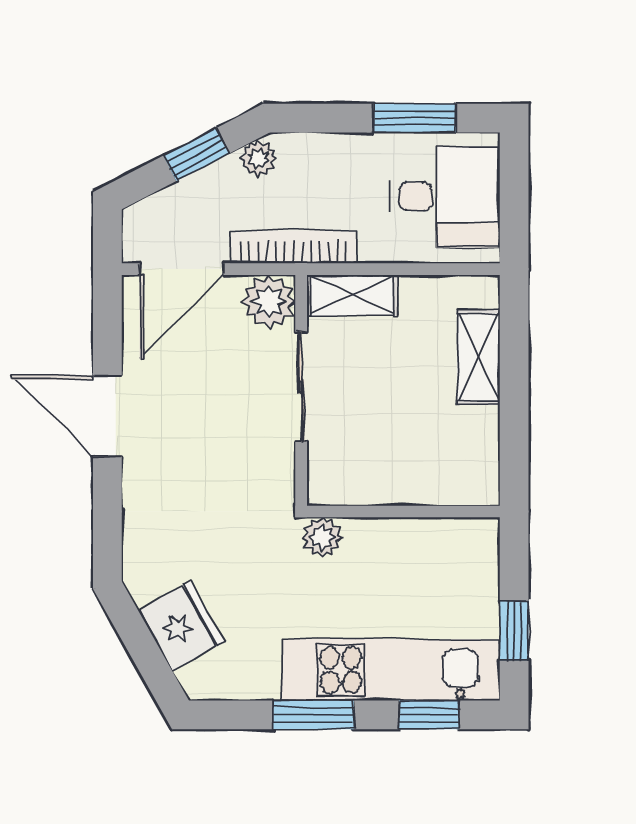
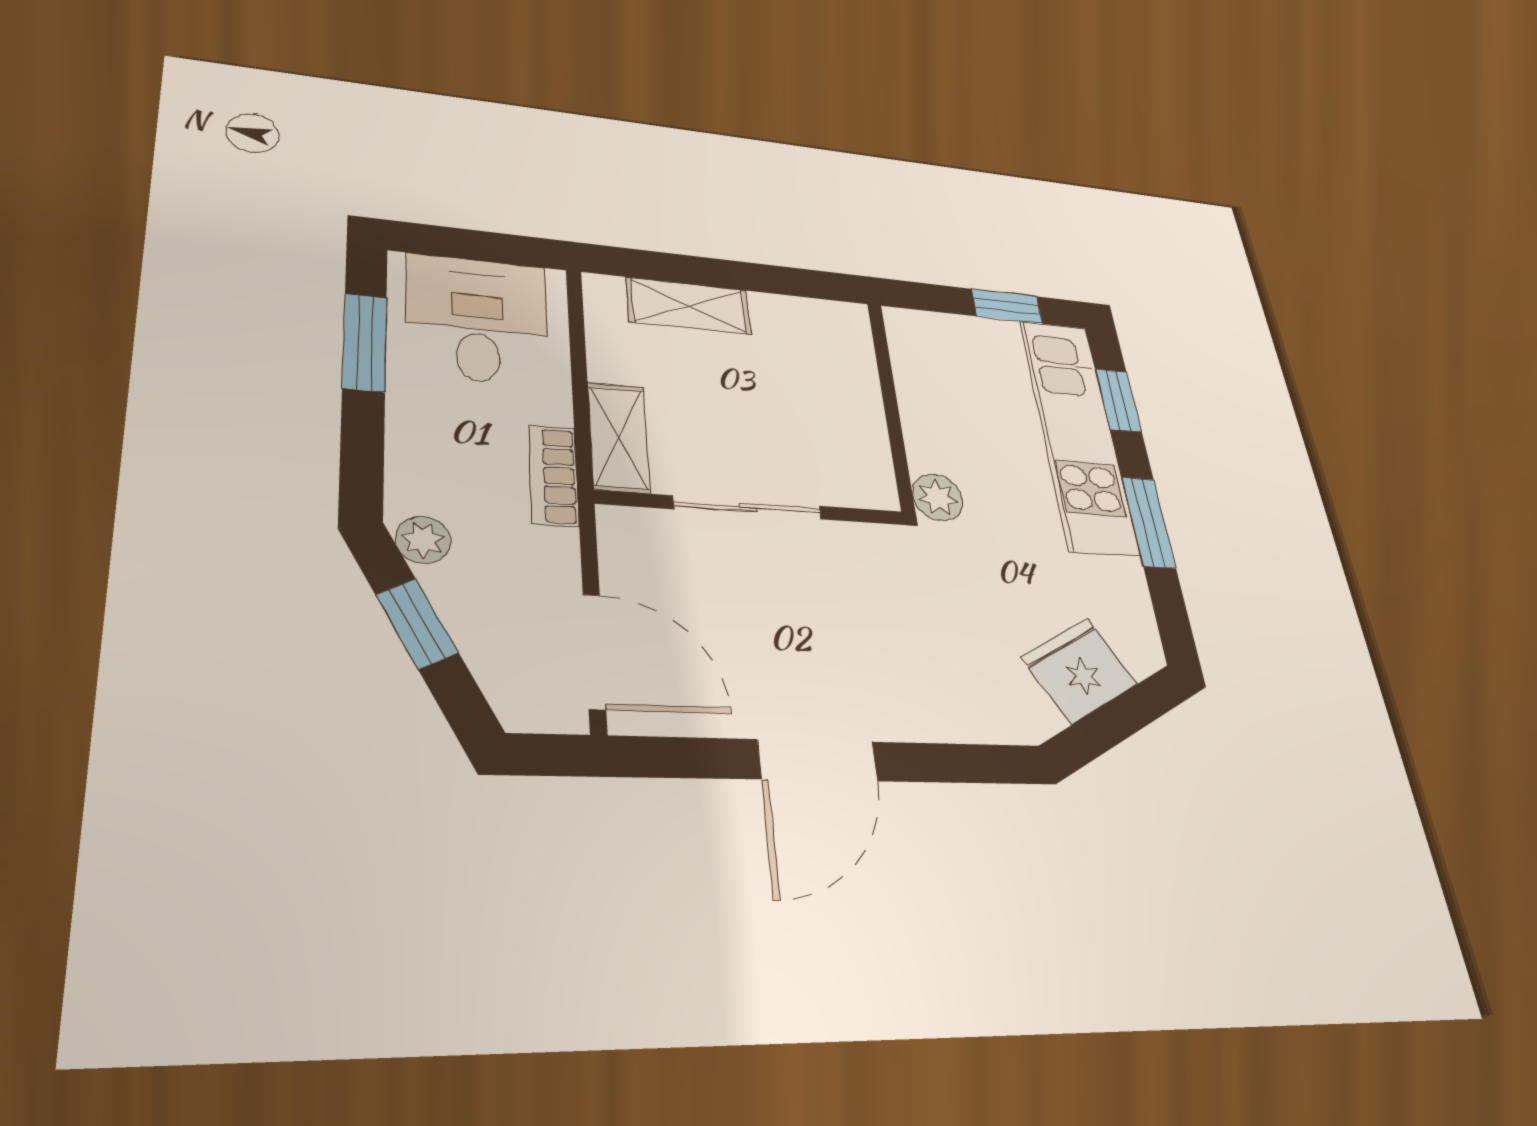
bookcase: (293, 247) -> (554, 476), width x0.64
plant: (269, 302) -> (634, 539), removed

